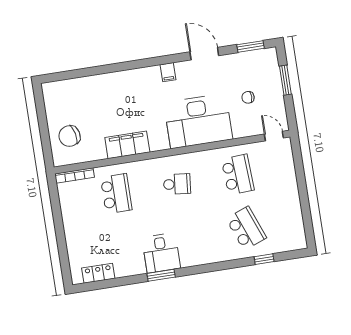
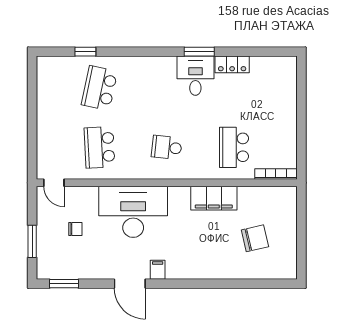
door: (204, 54) -> (130, 284), moved
chair: (69, 136) -> (255, 238), moved
school desk: (246, 228) -> (99, 88), turned 33
locker: (98, 273) -> (232, 64), moved

